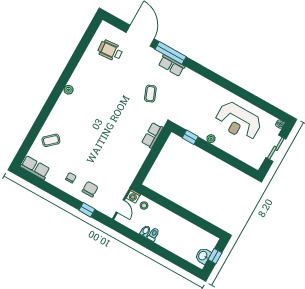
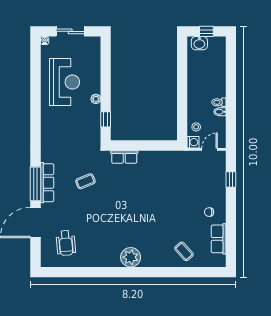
row of seats: (172, 65) -> (47, 183), width x1.48
plant: (69, 90) -> (131, 257), width x1.88, depth x1.88
row of seats: (35, 168) -> (219, 239), moved
chair: (90, 189) -> (210, 187), removed
washbasin: (203, 256) -> (199, 43), moved

